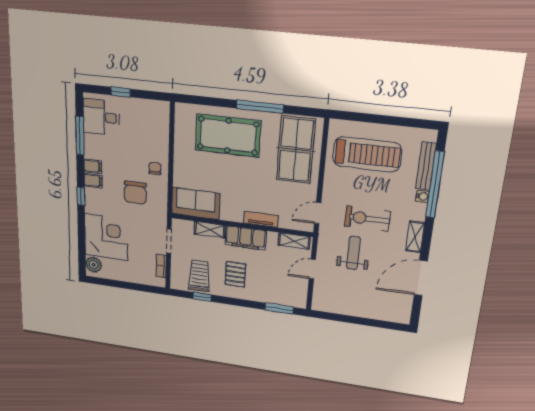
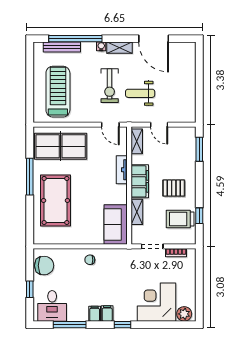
chair: (135, 193) -> (44, 266), moved
water cooler: (422, 196) -> (101, 46), moved

